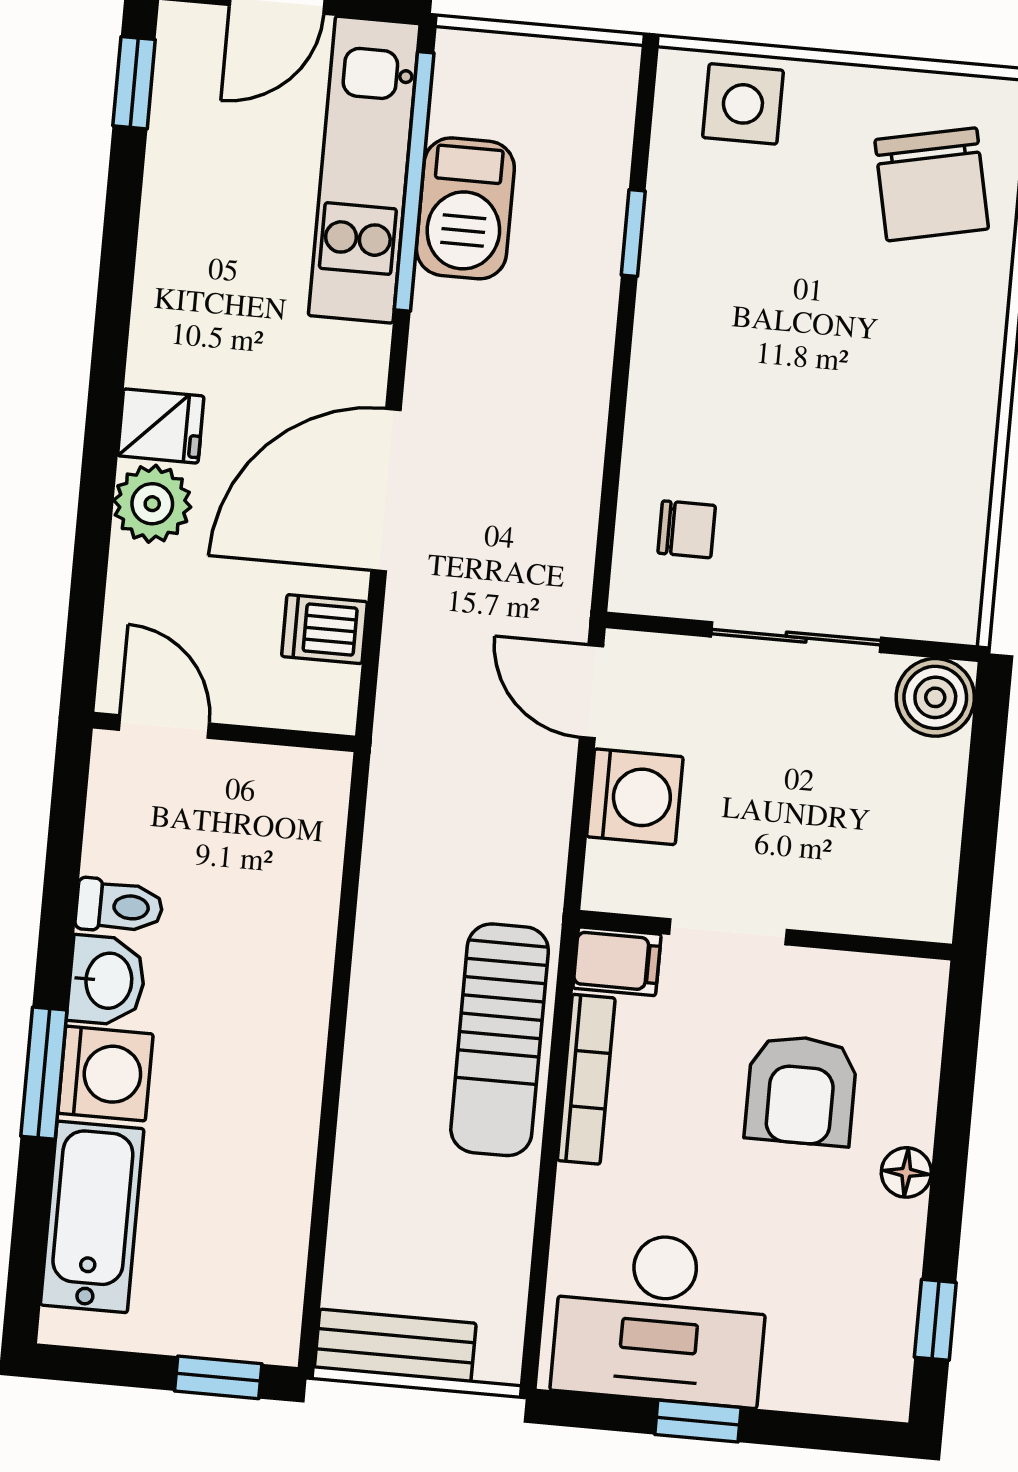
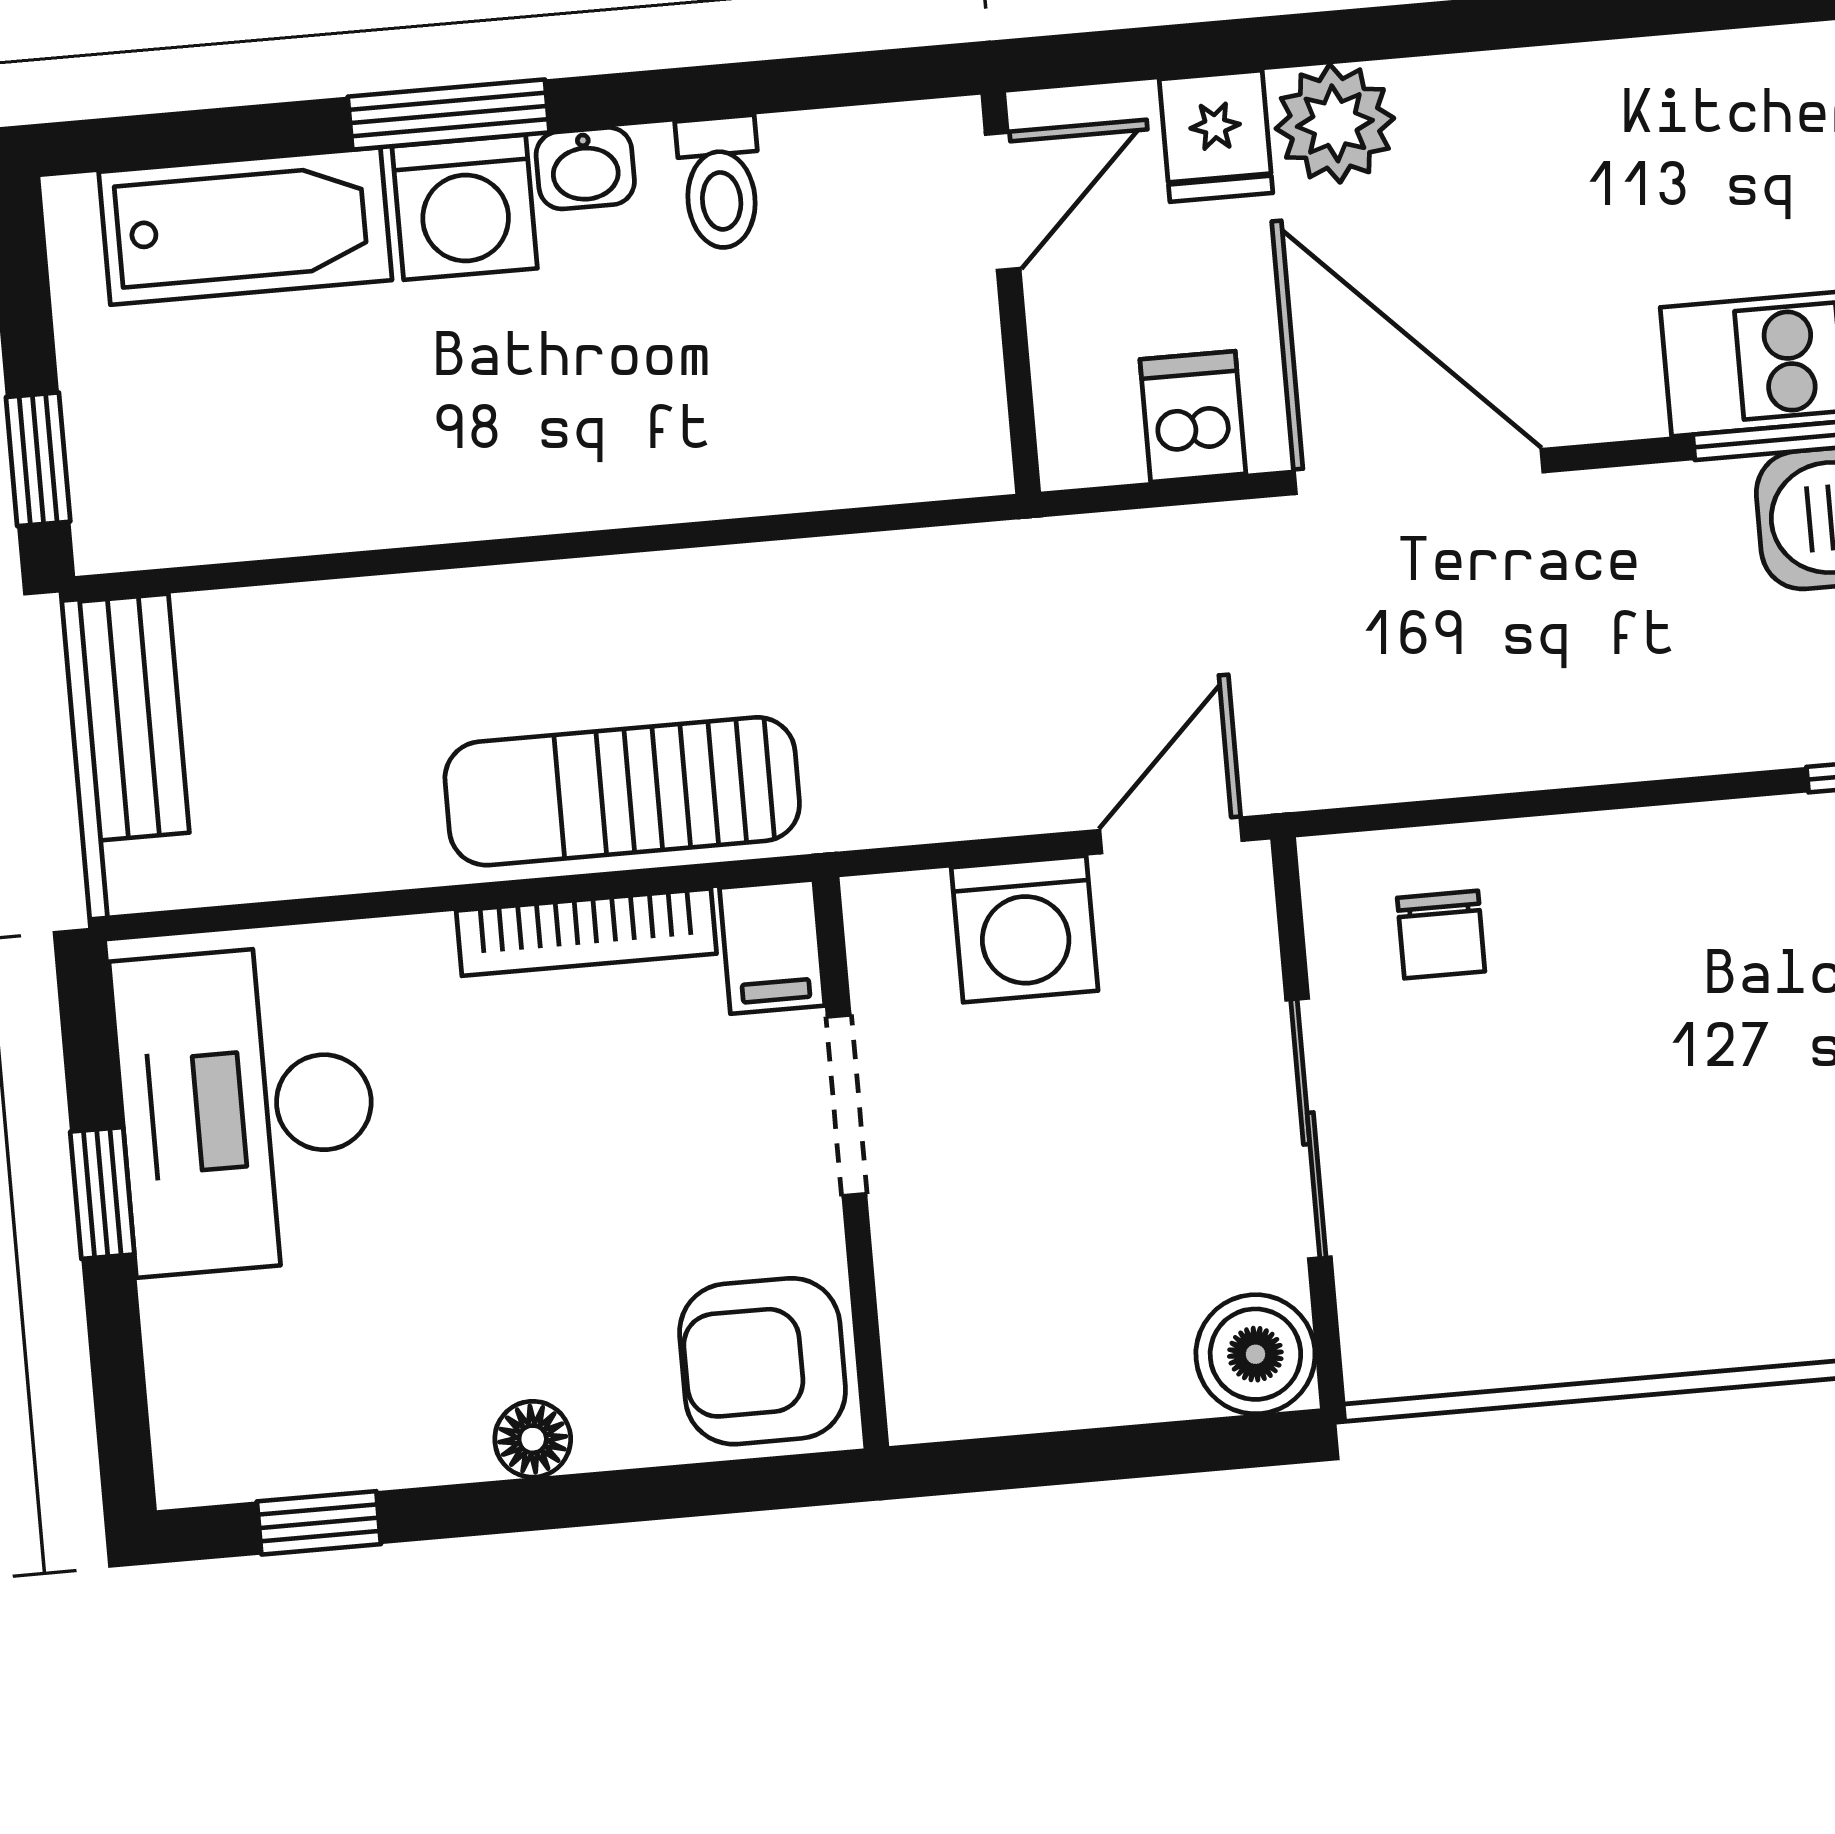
fridge: (161, 426) -> (1216, 136), moved
washbasin: (107, 980) -> (585, 168), width x0.72, depth x0.69
armchair: (801, 1090) -> (763, 1361), moved

